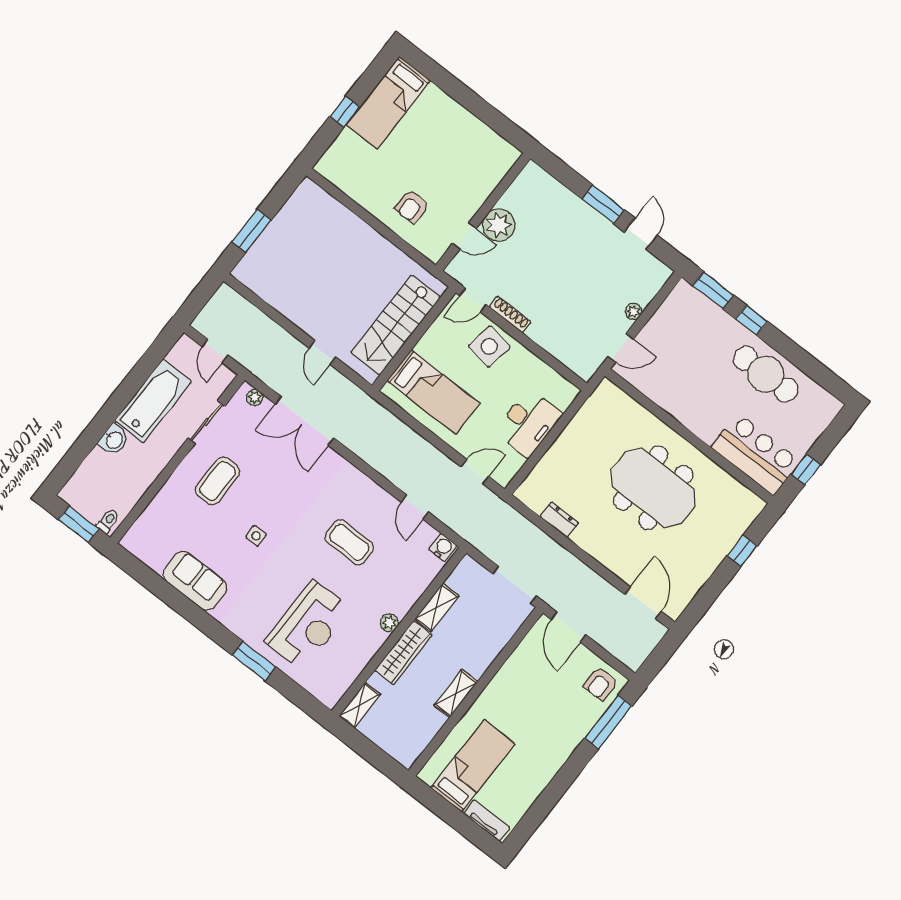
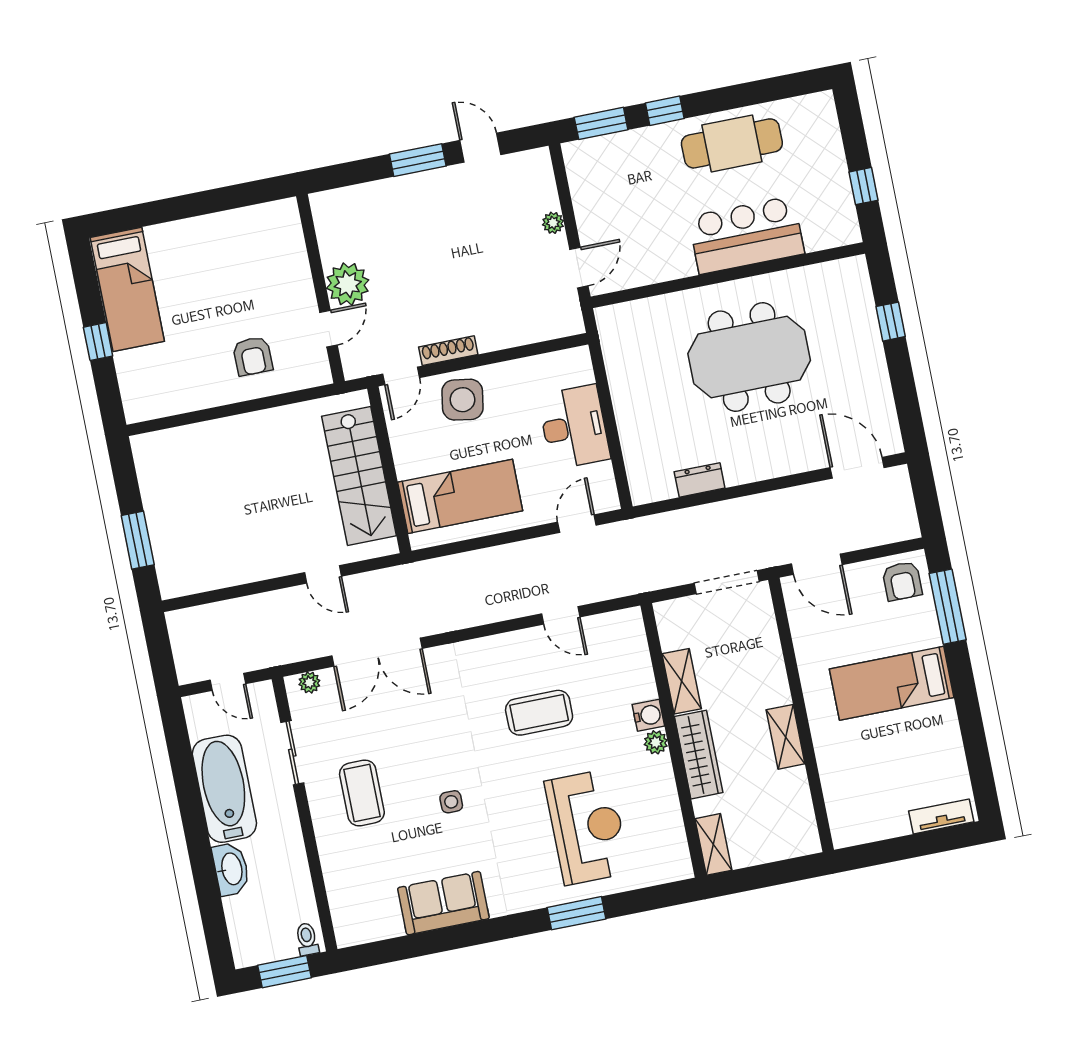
washbasin: (114, 440) -> (231, 869), width x1.38
bar counter: (756, 454) -> (746, 235), moved
water cooler: (443, 547) -> (648, 715), moved, turned 90
bed: (473, 766) -> (892, 683), moved, turned -90

